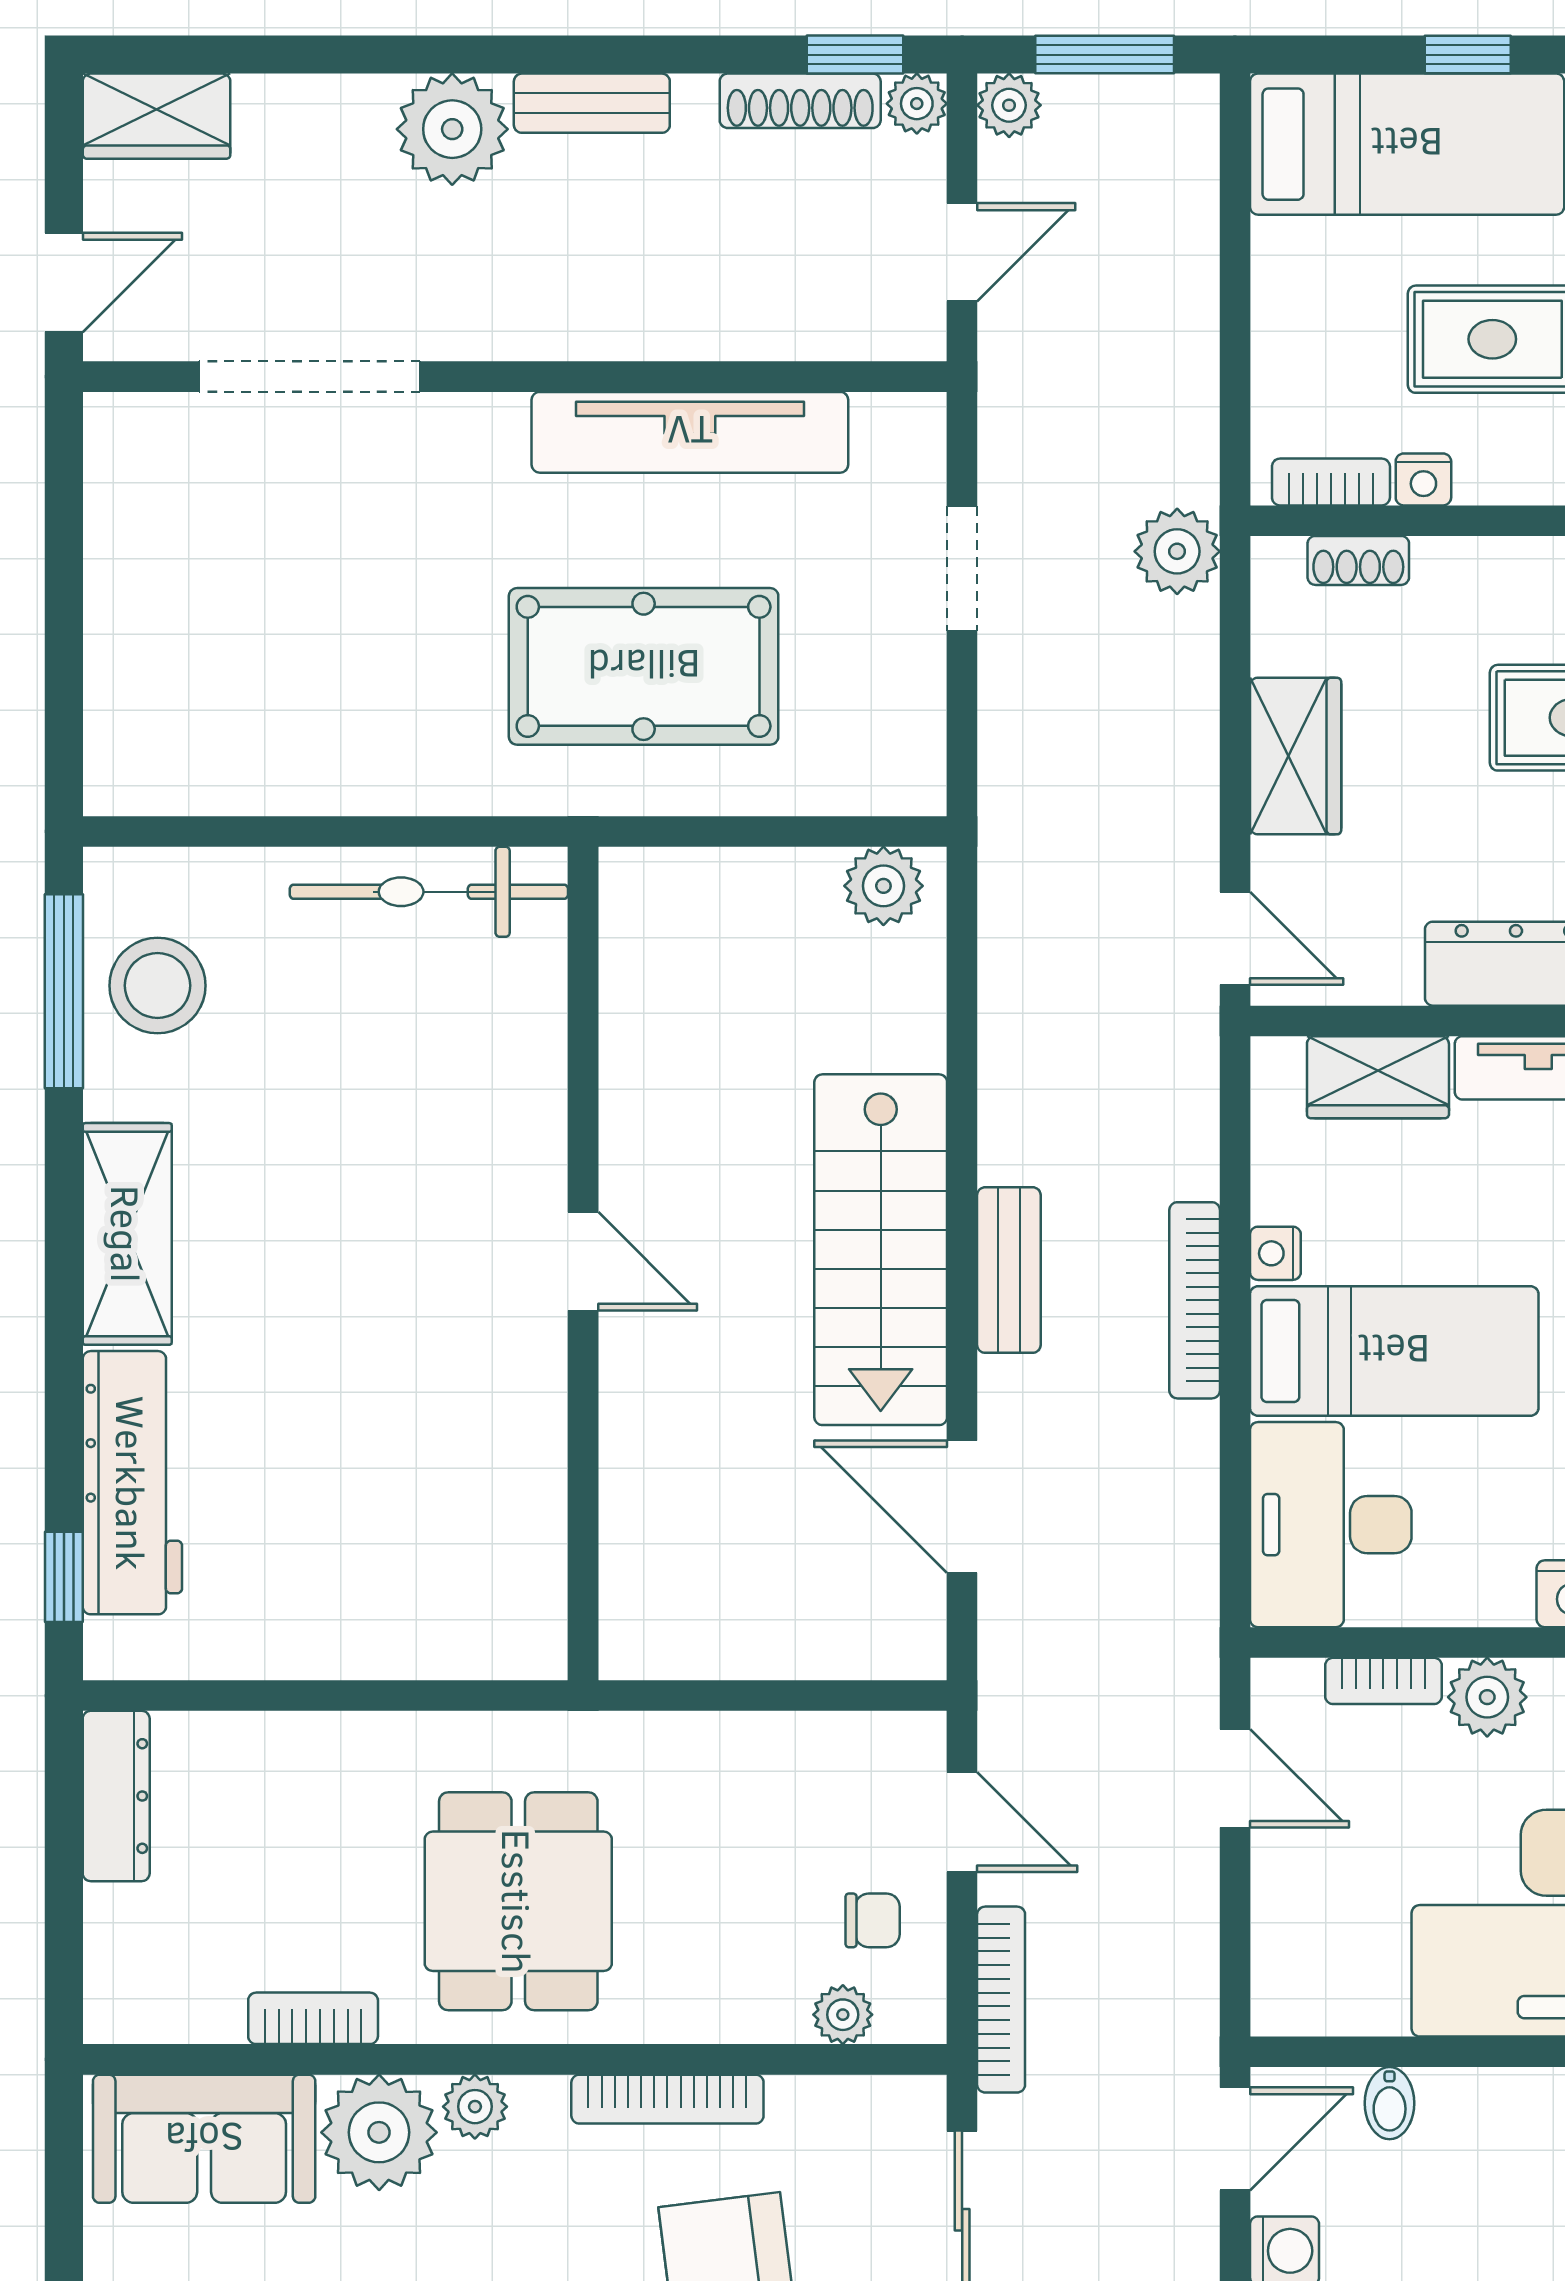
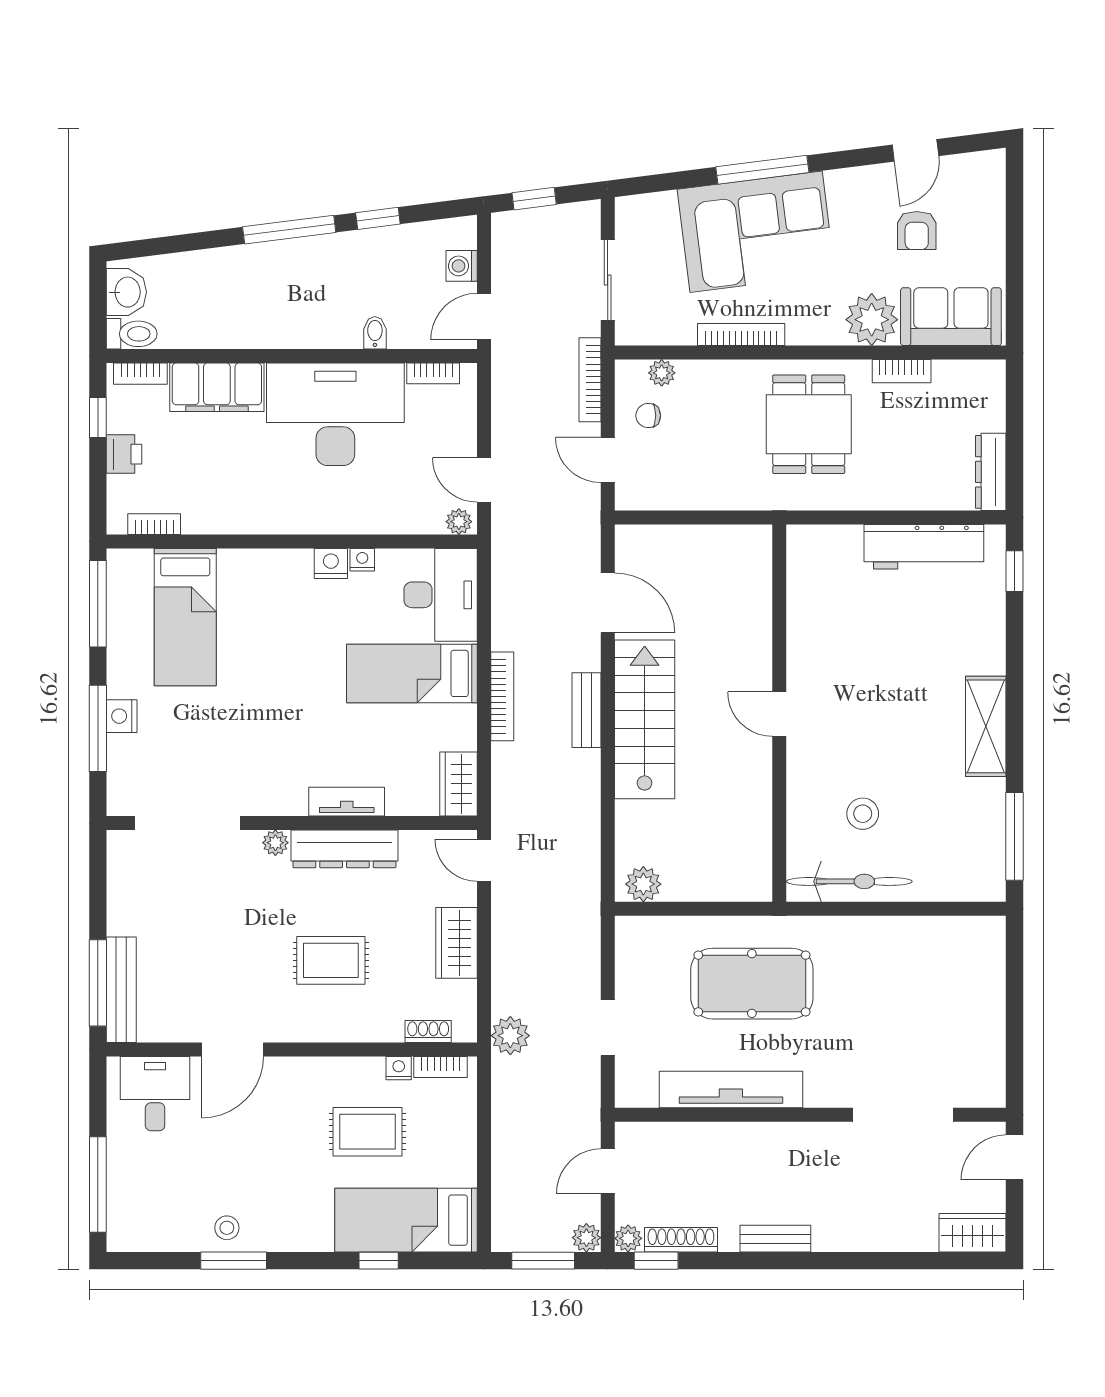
plant: (452, 129) -> (839, 1227), removed
stool: (158, 986) -> (863, 814), moved, width x0.73, depth x0.73
wardrobe: (1378, 1077) -> (459, 784), moved, turned -90
nightstand: (1275, 1253) -> (362, 560), moved, turned -90
workbench: (132, 1483) -> (924, 547), moved, turned -90
bookcase: (1383, 1681) -> (433, 373), moved, turned 180
plant: (1487, 1697) -> (459, 522), moved, width x0.73, depth x0.73
bidet: (1390, 2103) -> (375, 333), moved
plant: (475, 2107) -> (828, 331), removed

